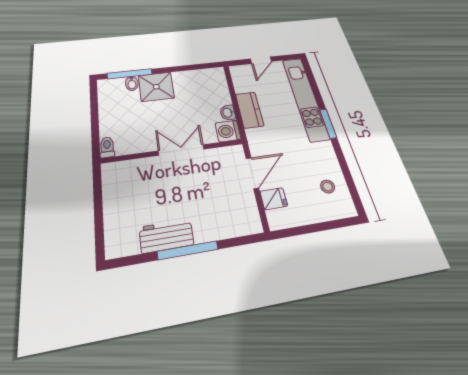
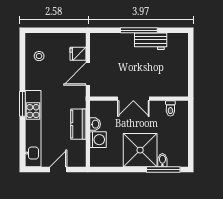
shower: (156, 87) -> (140, 150), width x1.37, depth x1.37
washing machine: (228, 131) -> (98, 140), moved
toilet: (107, 147) -> (170, 108), moved

